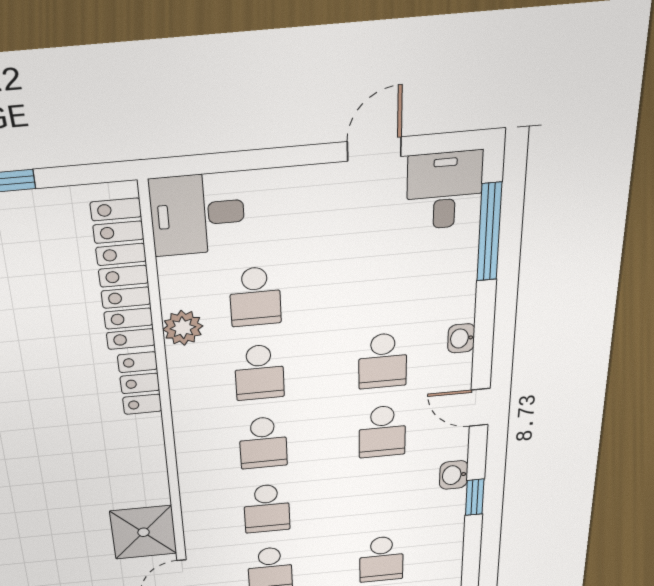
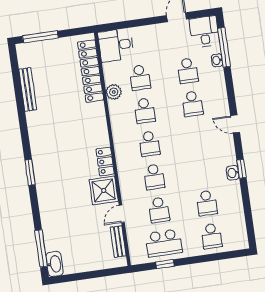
washbasin: (461, 338) -> (217, 60), moved
locker: (140, 383) -> (105, 161), moved
school desk: (382, 432) -> (188, 71), moved
washbasin: (454, 475) -> (233, 173), moved

